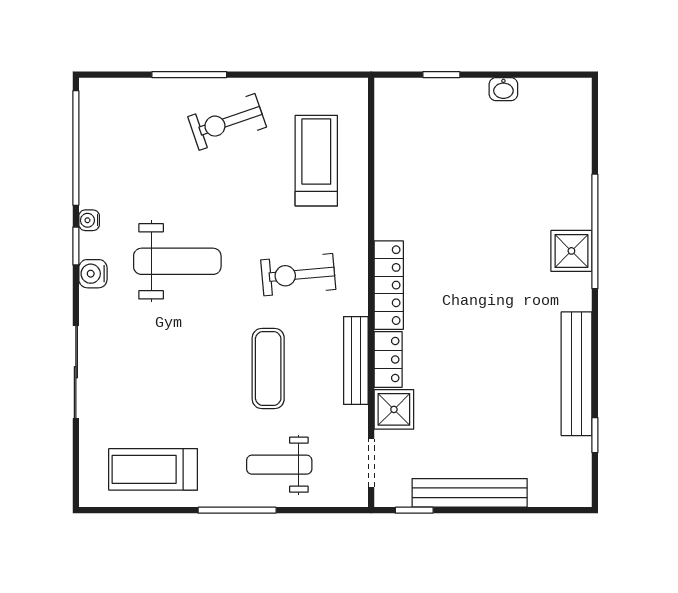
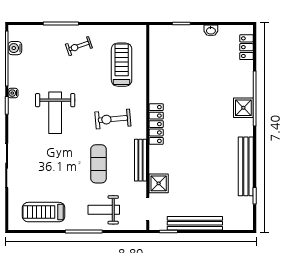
exercise bike: (227, 122) -> (79, 46), width x0.73, depth x0.72
weight bench: (177, 261) -> (55, 113), turned 90
water cooler: (93, 274) -> (15, 48), moved
locker: (388, 359) -> (246, 47), moved, turned 180

